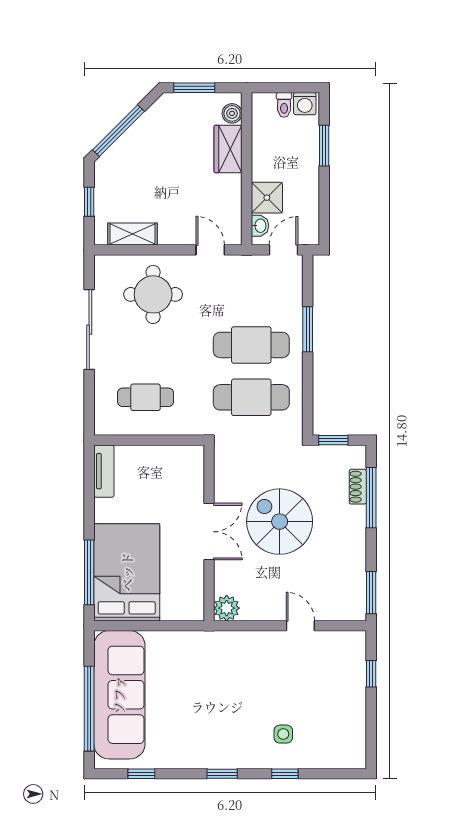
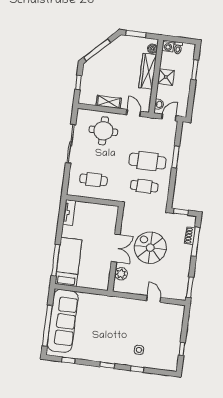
washing machine: (305, 104) -> (168, 46), moved
wardrobe: (228, 149) -> (148, 71), width x1.50
shower: (267, 198) -> (166, 77), moved
shelving: (132, 234) -> (109, 102), moved
cafe table: (251, 397) -> (144, 186), width x0.73, depth x0.74
bed: (127, 572) -> (68, 262), width x0.67
plant: (227, 608) -> (121, 274), moved
window: (371, 674) -> (182, 349), moved

